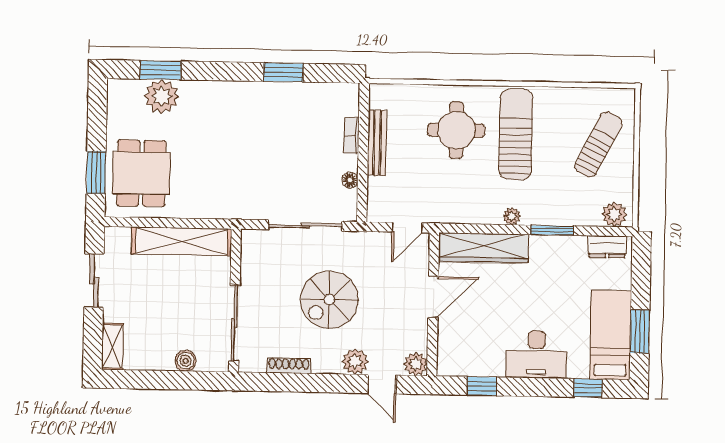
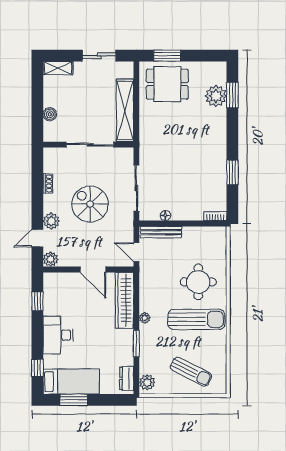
bookcase: (352, 135) -> (215, 216), moved
bench: (377, 143) -> (161, 232), moved
sliding door: (234, 323) -> (90, 145), moved
shoe rack: (289, 366) -> (48, 184), width x0.70

